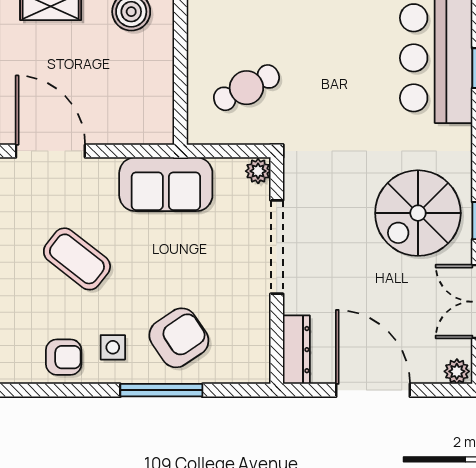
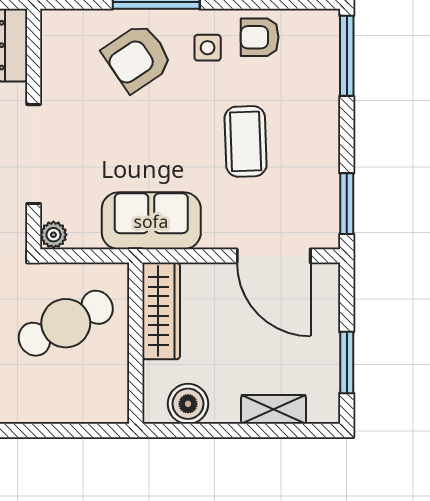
cafe table: (246, 88) -> (66, 323), width x1.37, depth x1.35
wardrobe: (157, 99) -> (161, 311), added
coffee table: (77, 259) -> (246, 141), turned 50

